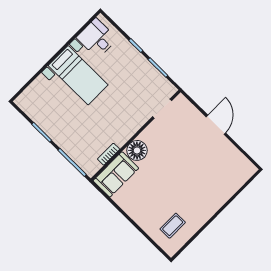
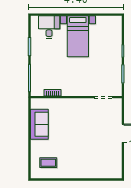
desk: (97, 38) -> (49, 27), moved
floor lamp: (137, 150) -> (69, 106), removed
sofa: (116, 174) -> (39, 124), moved, turned -90

